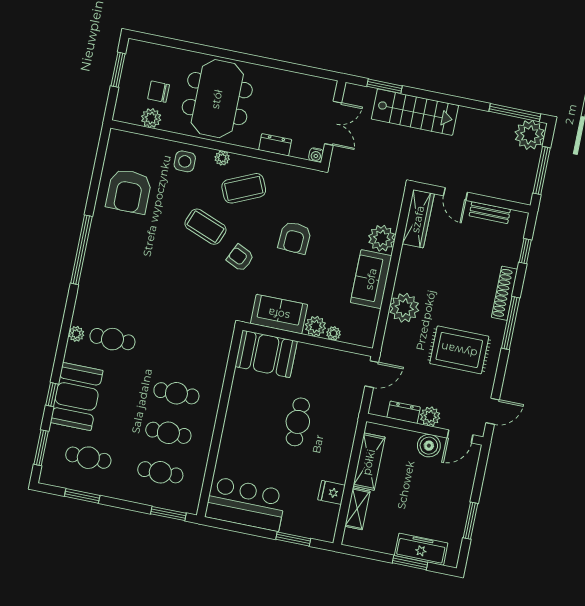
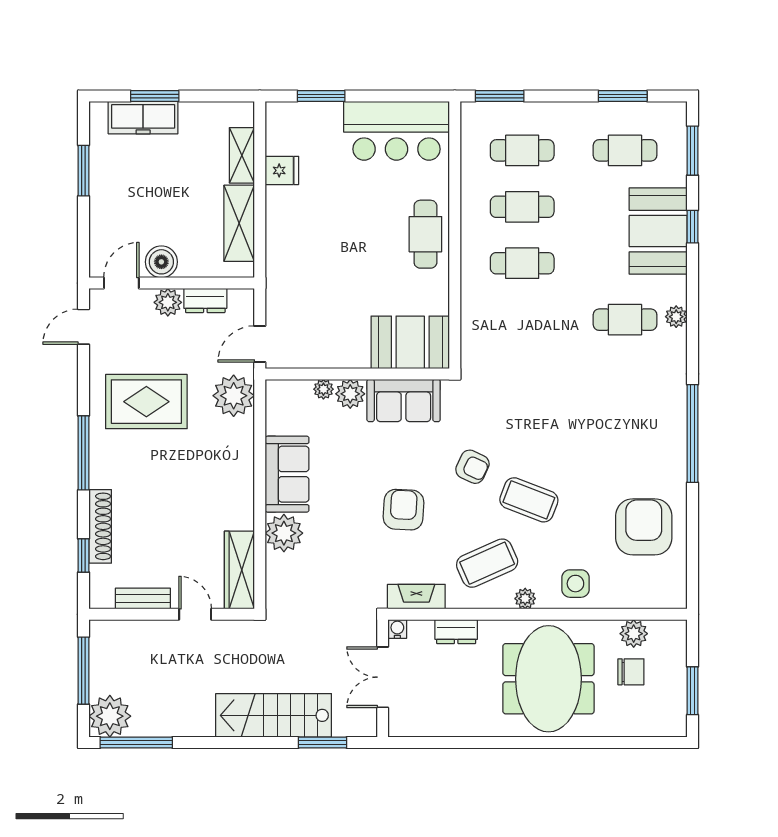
fireplace: (298, 175) -> (416, 597), added
shoe rack: (505, 293) -> (100, 526), moved
plant: (404, 308) -> (234, 396), moved
cafe table: (298, 422) -> (425, 234), moved

